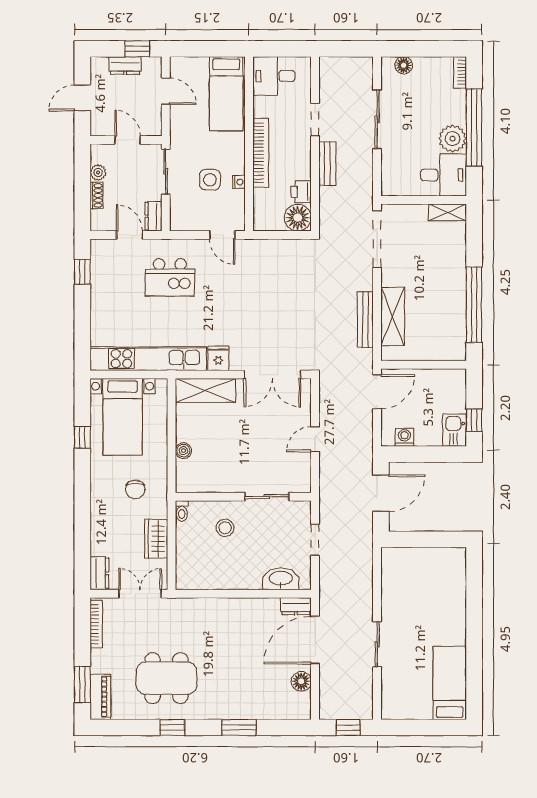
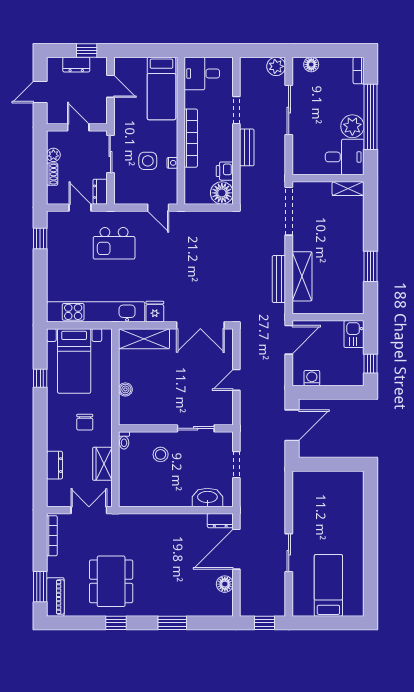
plant: (362, 68) -> (276, 66), added
window: (474, 305) -> (371, 266), width x0.47
kitchen sink: (454, 430) -> (354, 334), moved
dresser: (99, 573) -> (55, 465), moved
dining table: (166, 678) -> (111, 581), turned 90
bed: (450, 683) -> (328, 585), moved

